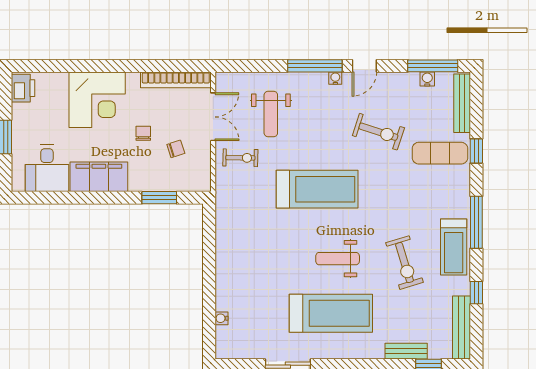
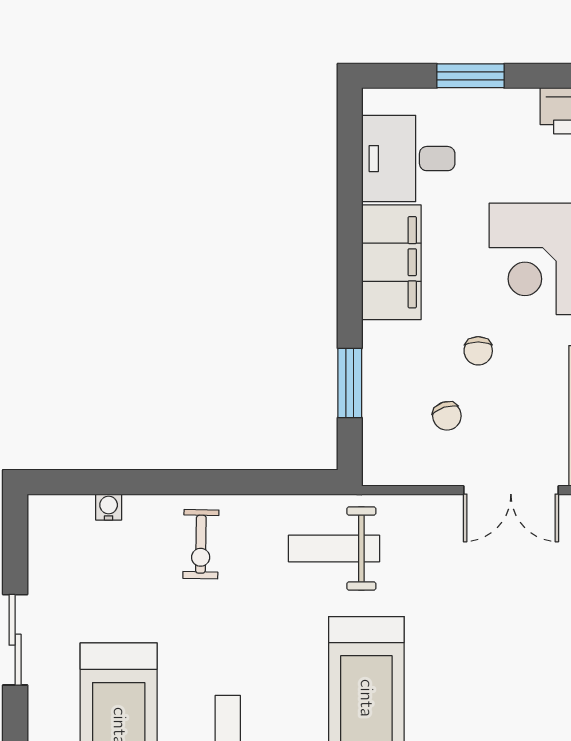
weight bench: (271, 114) -> (334, 549), moved
chair: (143, 133) -> (478, 351), turned 90
exercise bike: (240, 158) -> (201, 544), moved

